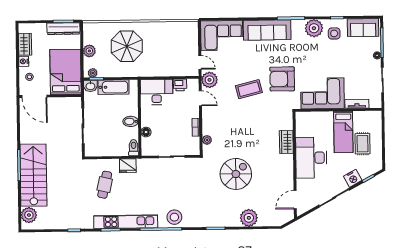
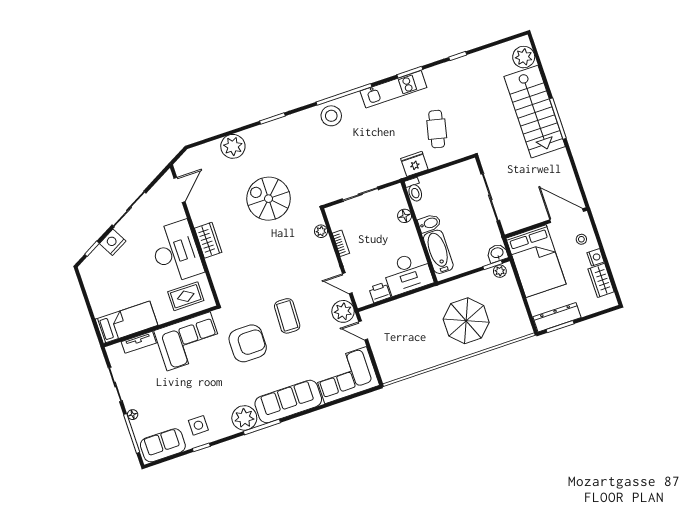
plant: (314, 28) -> (244, 418), moved
plant: (89, 51) -> (513, 299), removed
bathtub: (113, 87) -> (438, 252), moved, turned 90
coffee table: (249, 89) -> (287, 316), turned -74
bed: (343, 132) -> (126, 322), moved, turned 90
wardrobe: (286, 142) -> (208, 240), moved
rug: (363, 144) -> (186, 296), moved, turned 90
spiral stairs: (236, 174) -> (269, 199), turned 90
kitchen unit: (126, 222) -> (393, 89), width x0.73

